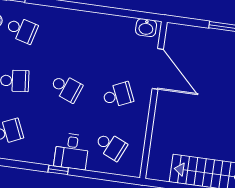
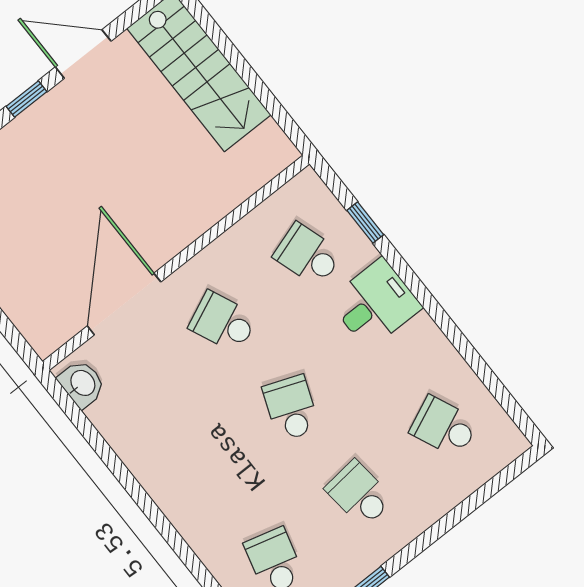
school desk: (111, 146) -> (308, 255), turned -42
window: (58, 170) -> (365, 223), moved

